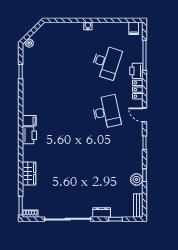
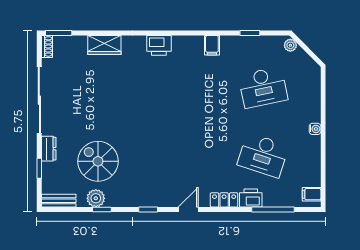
desk: (106, 112) -> (263, 87), moved
filing cabinet: (29, 121) -> (212, 45), moved
spiral stairs: (111, 178) -> (98, 161), added

